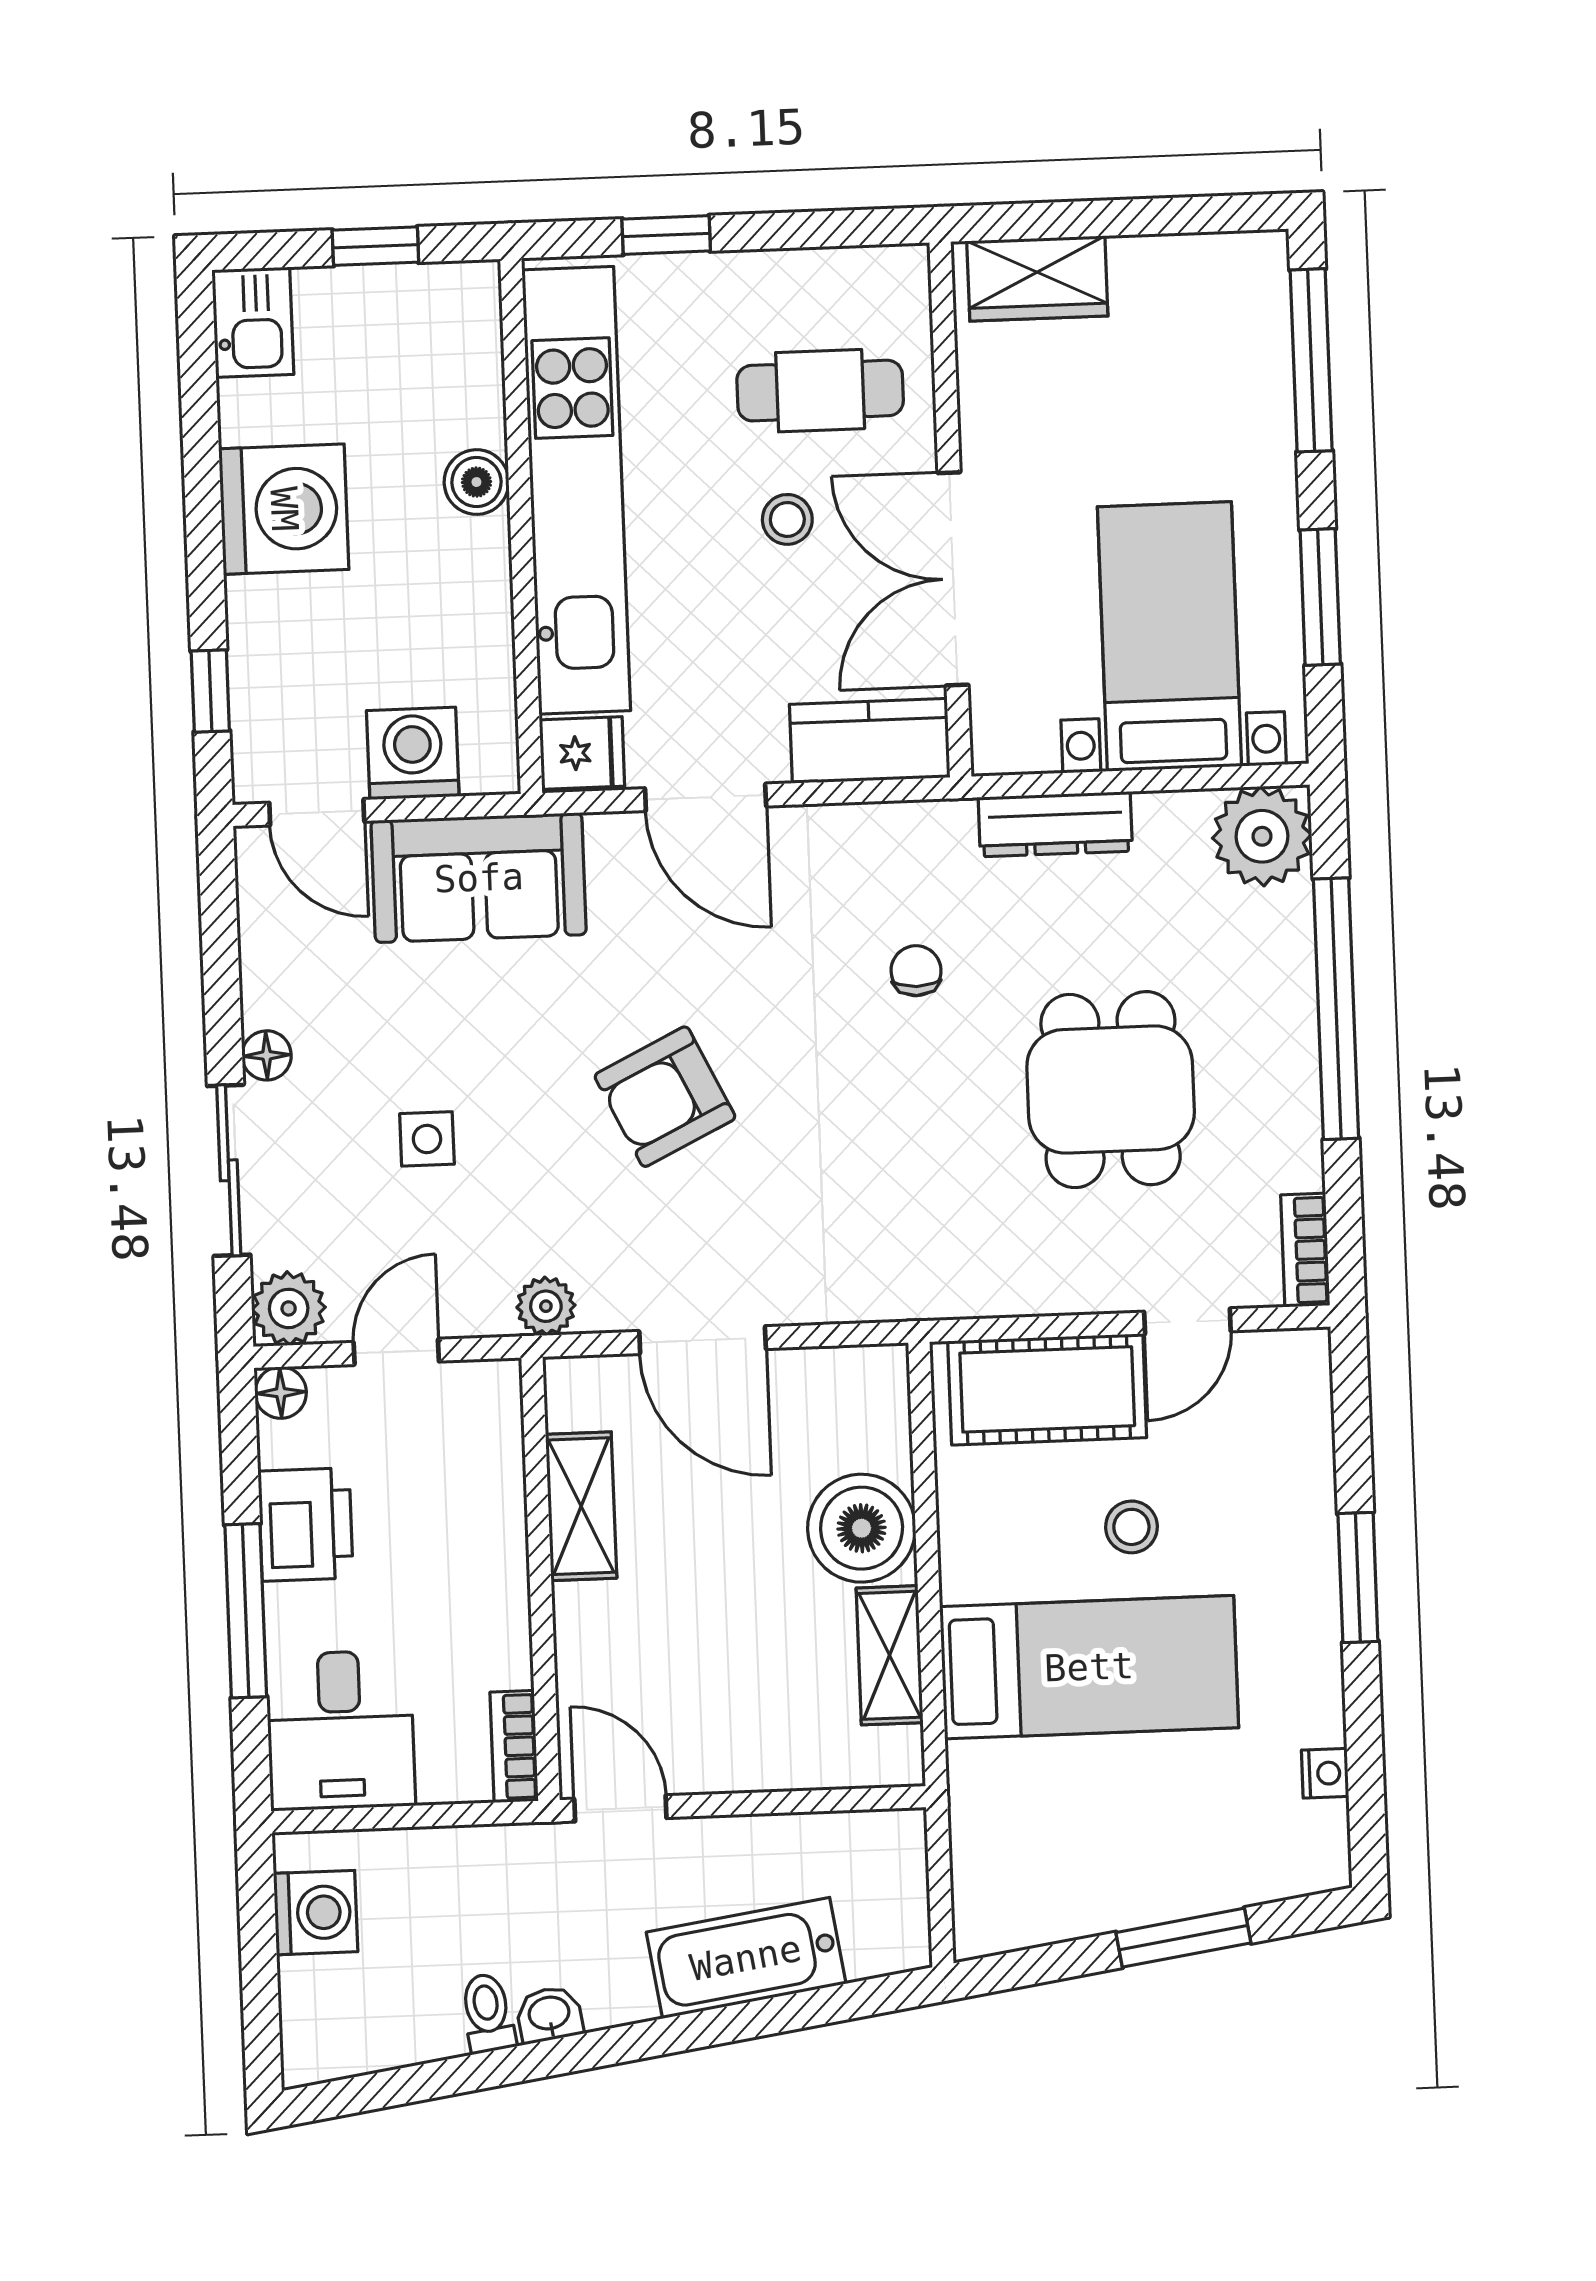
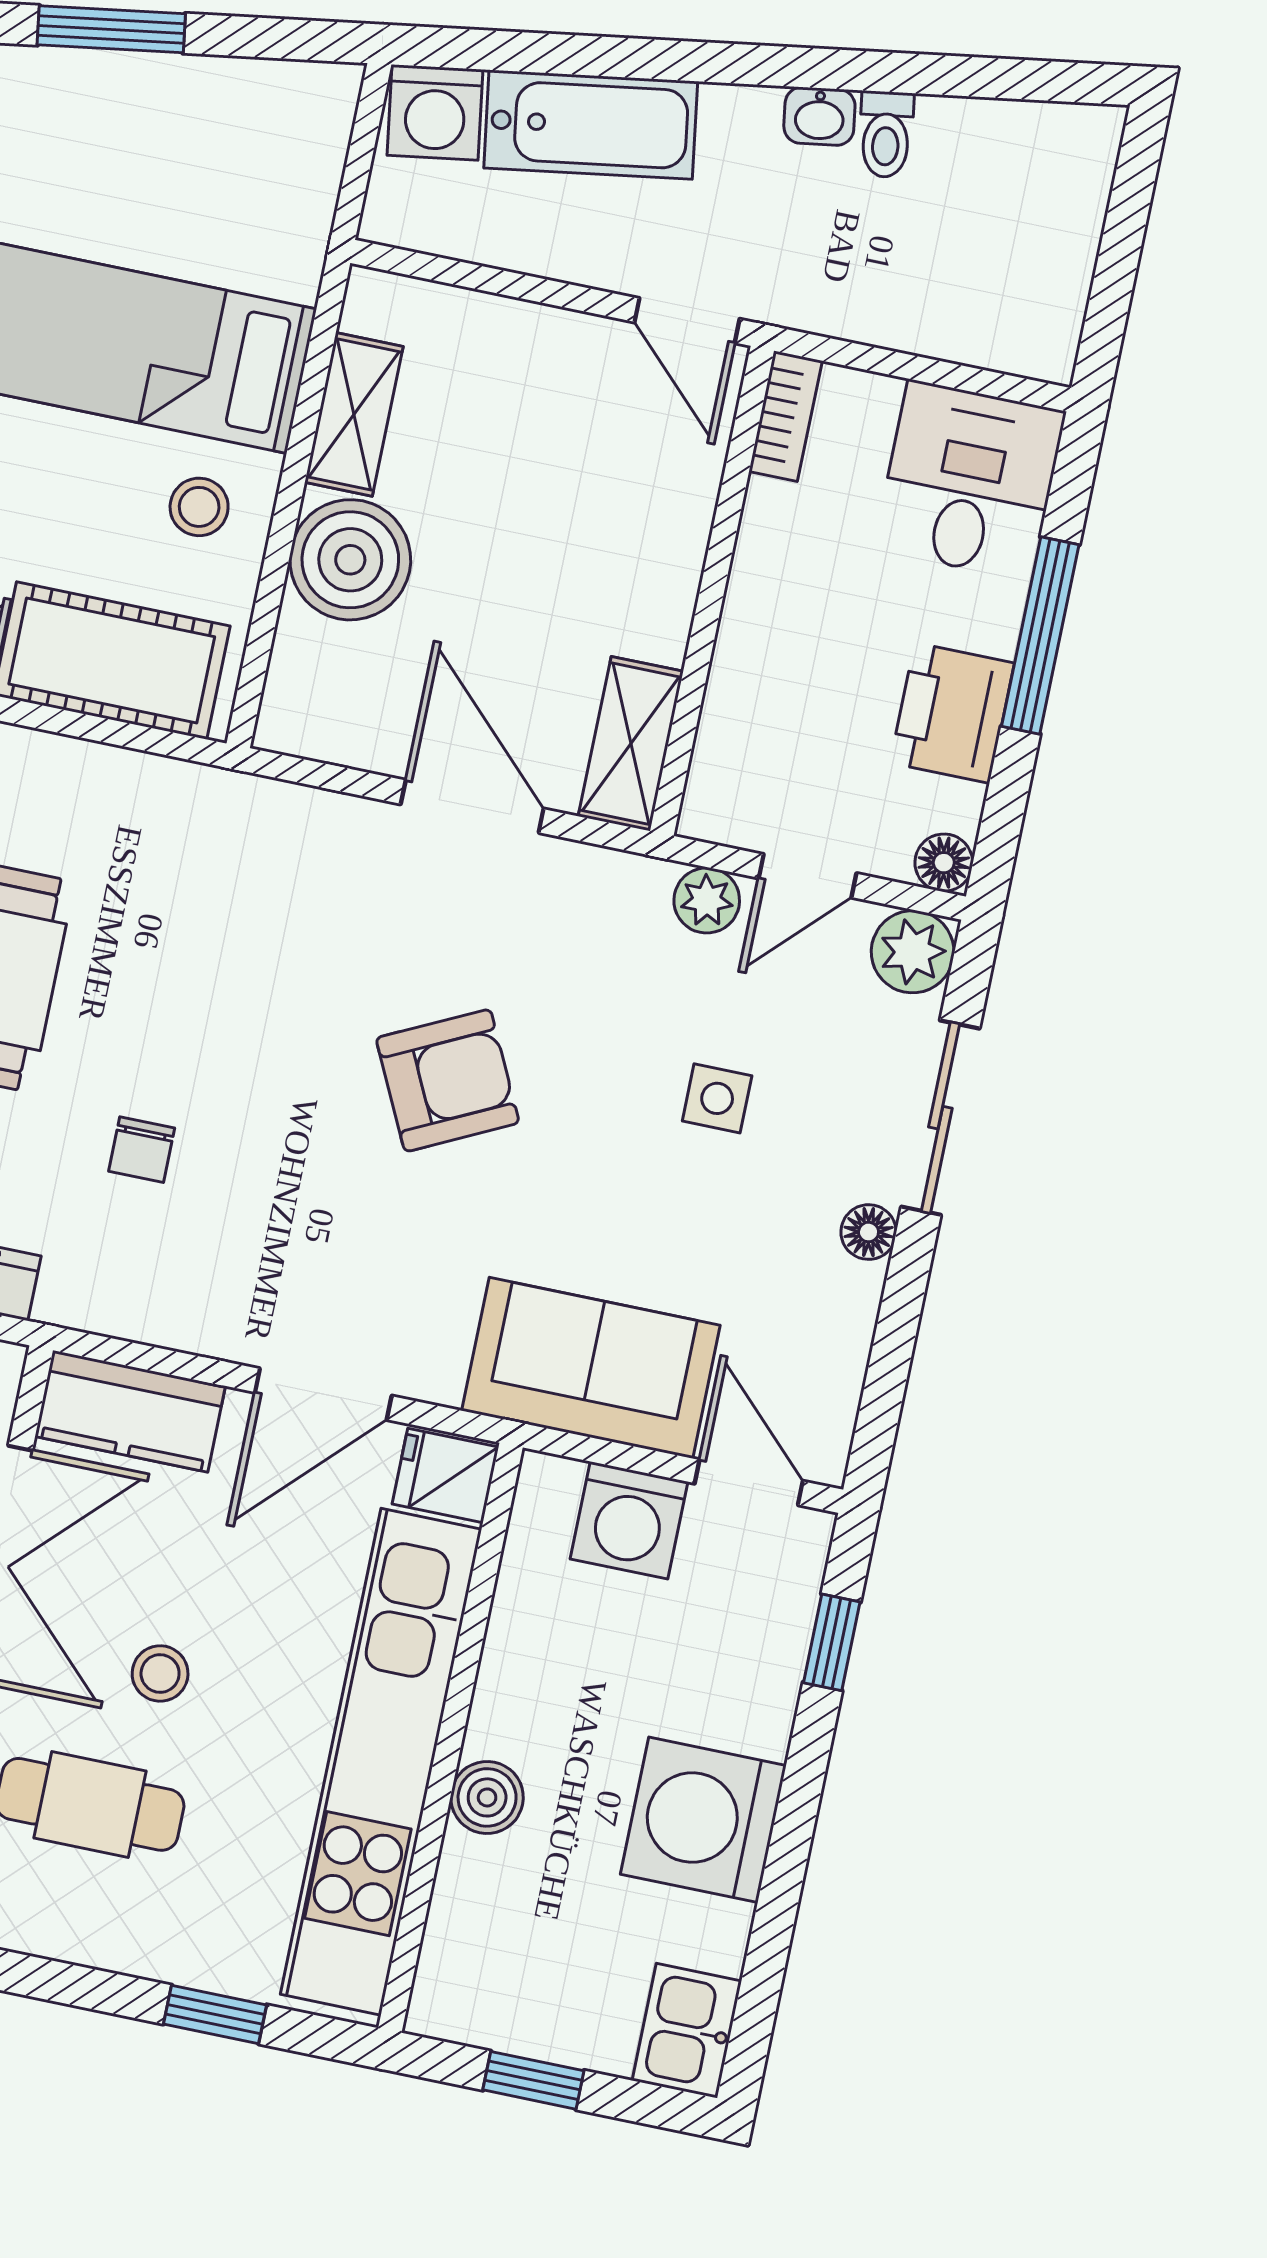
door: (706, 797) -> (323, 1394), swing flipped
plant: (546, 1306) -> (707, 900), moved
shelving: (581, 1506) -> (631, 744), moved
stool: (1131, 1527) -> (199, 507), moved
washing machine: (316, 1913) -> (435, 112), moved, turned -99

